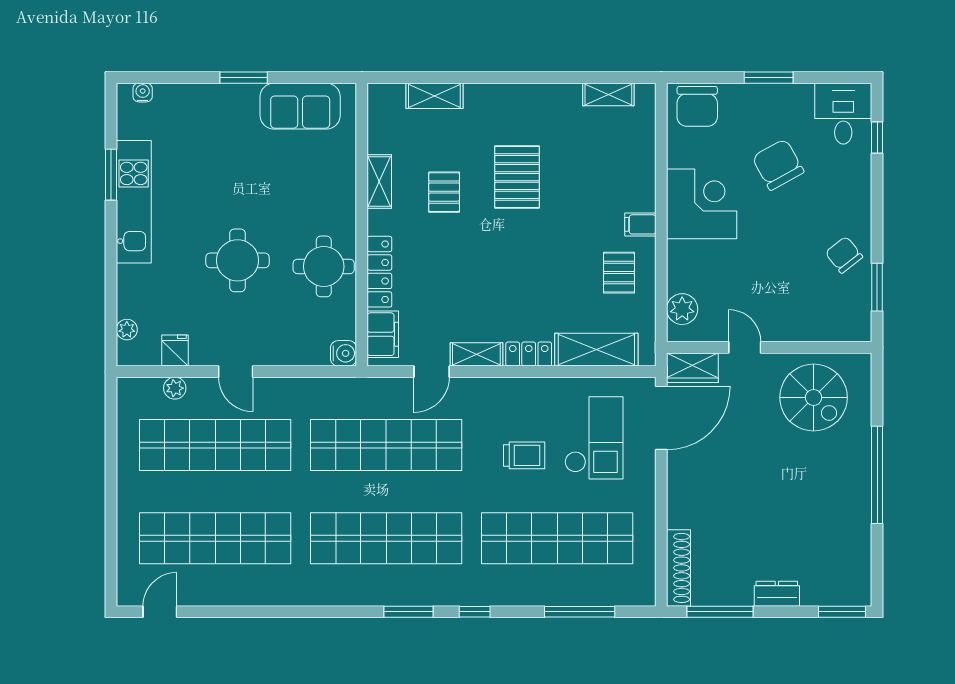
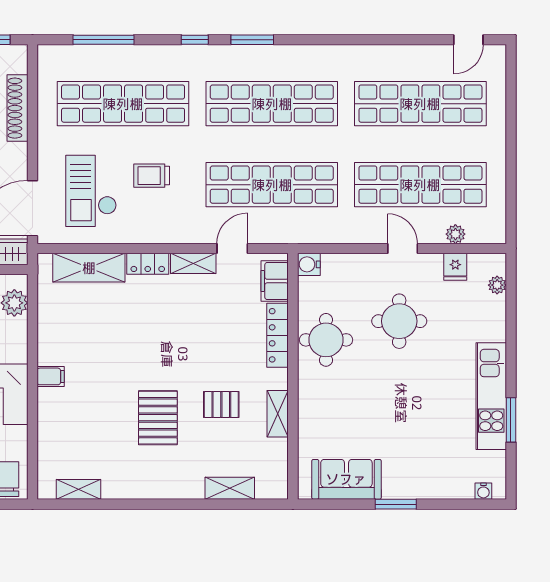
pallet: (444, 192) -> (221, 405), turned 90
round table: (238, 260) -> (399, 321), moved
pallet: (619, 273) -> (69, 335), removed
shoe rack: (678, 568) -> (18, 108), moved

